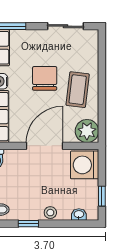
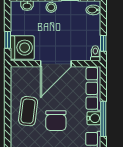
plant: (87, 131) -> (20, 76), removed
window: (102, 196) -> (8, 40), moved

